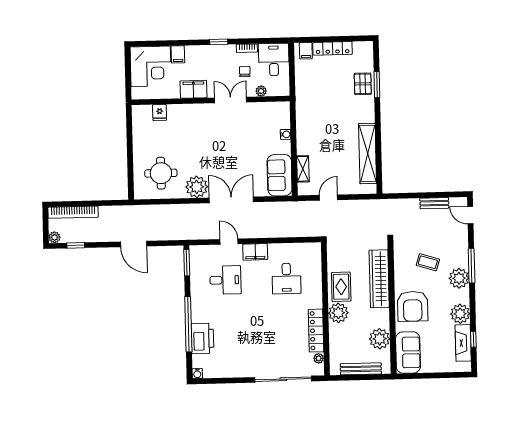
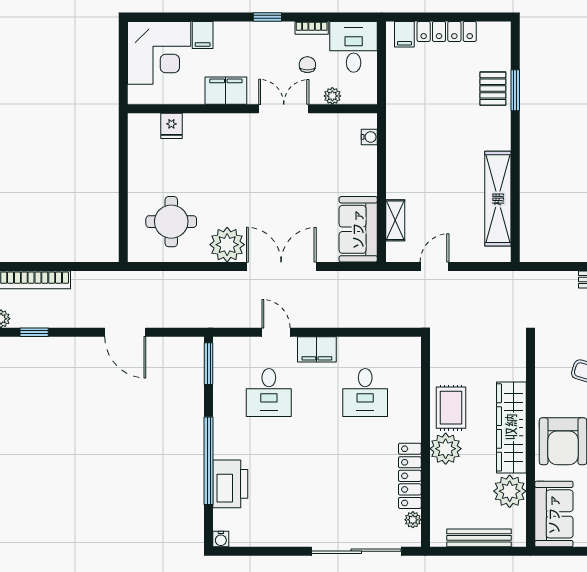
water cooler: (286, 134) -> (369, 137), moved
wardrobe: (379, 279) -> (511, 427), moved
desk: (225, 280) -> (269, 393), turned 90

